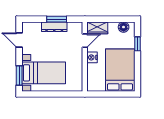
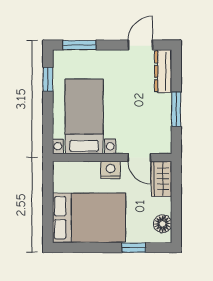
dresser: (54, 27) -> (163, 71), moved
bed with nightstands: (44, 73) -> (84, 116), moved, turned 180
window: (39, 94) -> (48, 79), added

